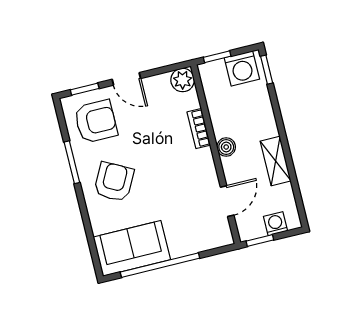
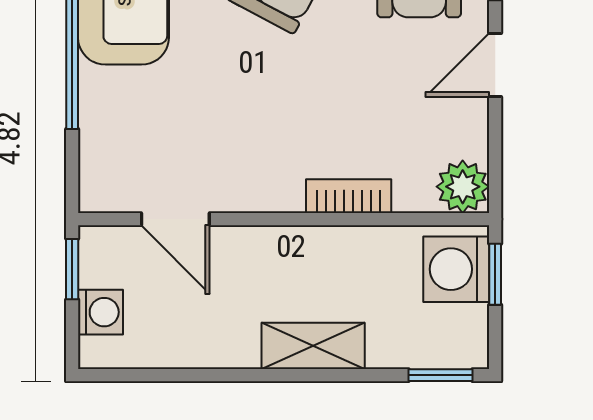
washing machine: (242, 68) -> (456, 269), moved
boiler: (226, 147) -> (294, 246), removed
shelving: (276, 161) -> (313, 346), moved

